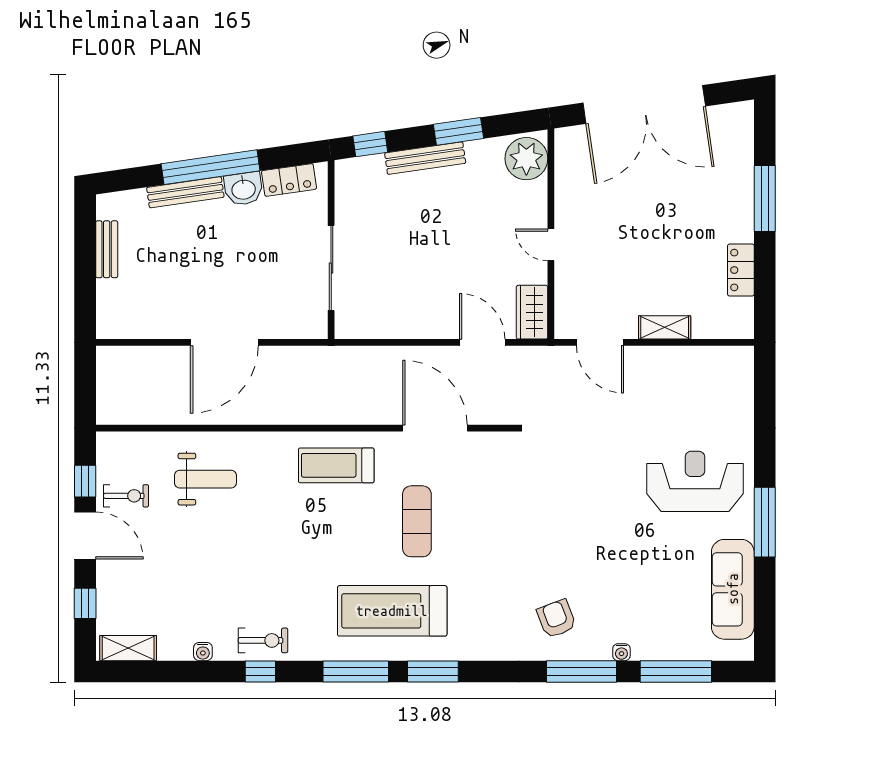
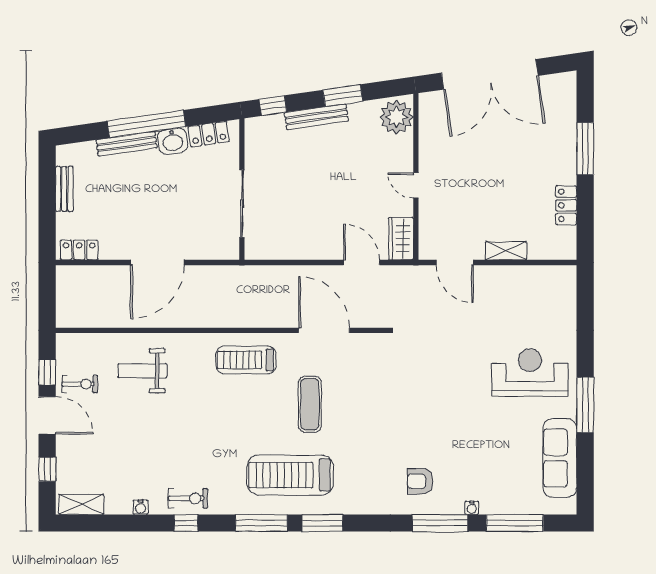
locker: (125, 326) -> (79, 250), added
weight bench: (205, 479) -> (142, 371), turned 180
armchair: (556, 619) -> (420, 481), turned -69

